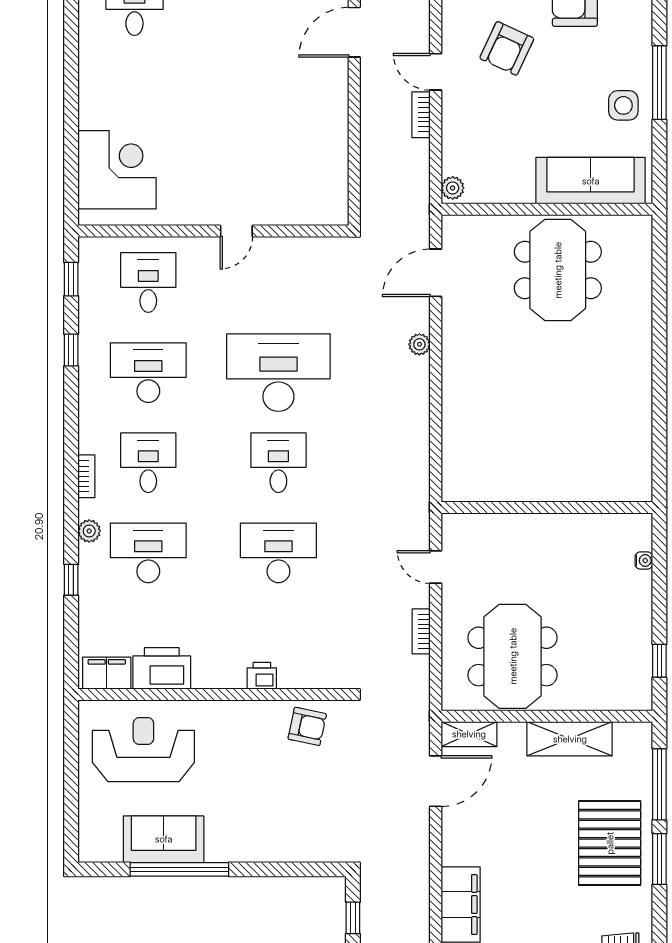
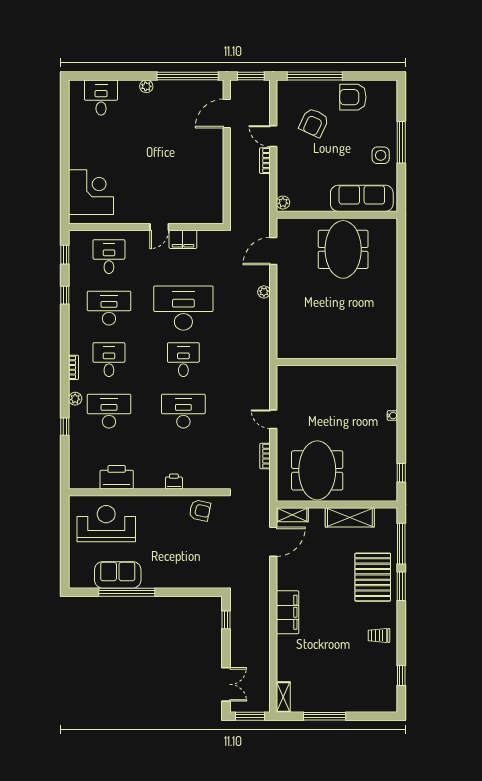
wall: (547, 507) -> (337, 362), moved
filing cabinet: (107, 673) -> (183, 239), moved, turned 180

